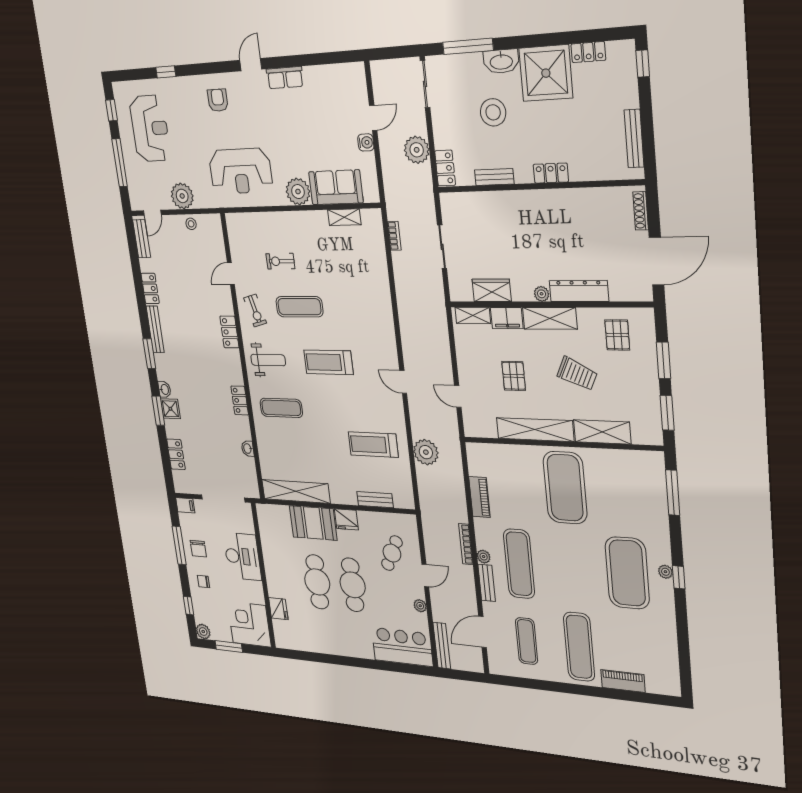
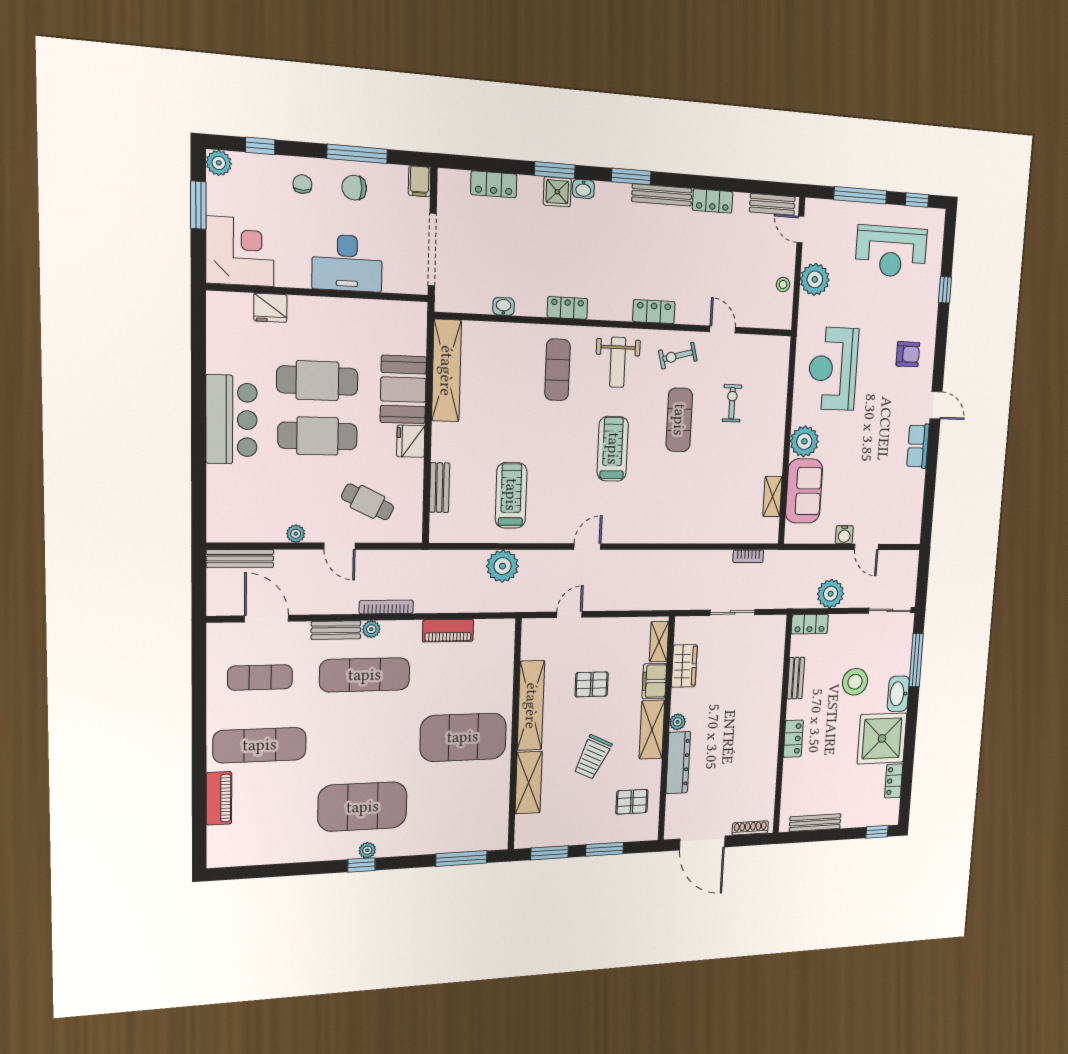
bar counter: (402, 647) -> (232, 420), moved

